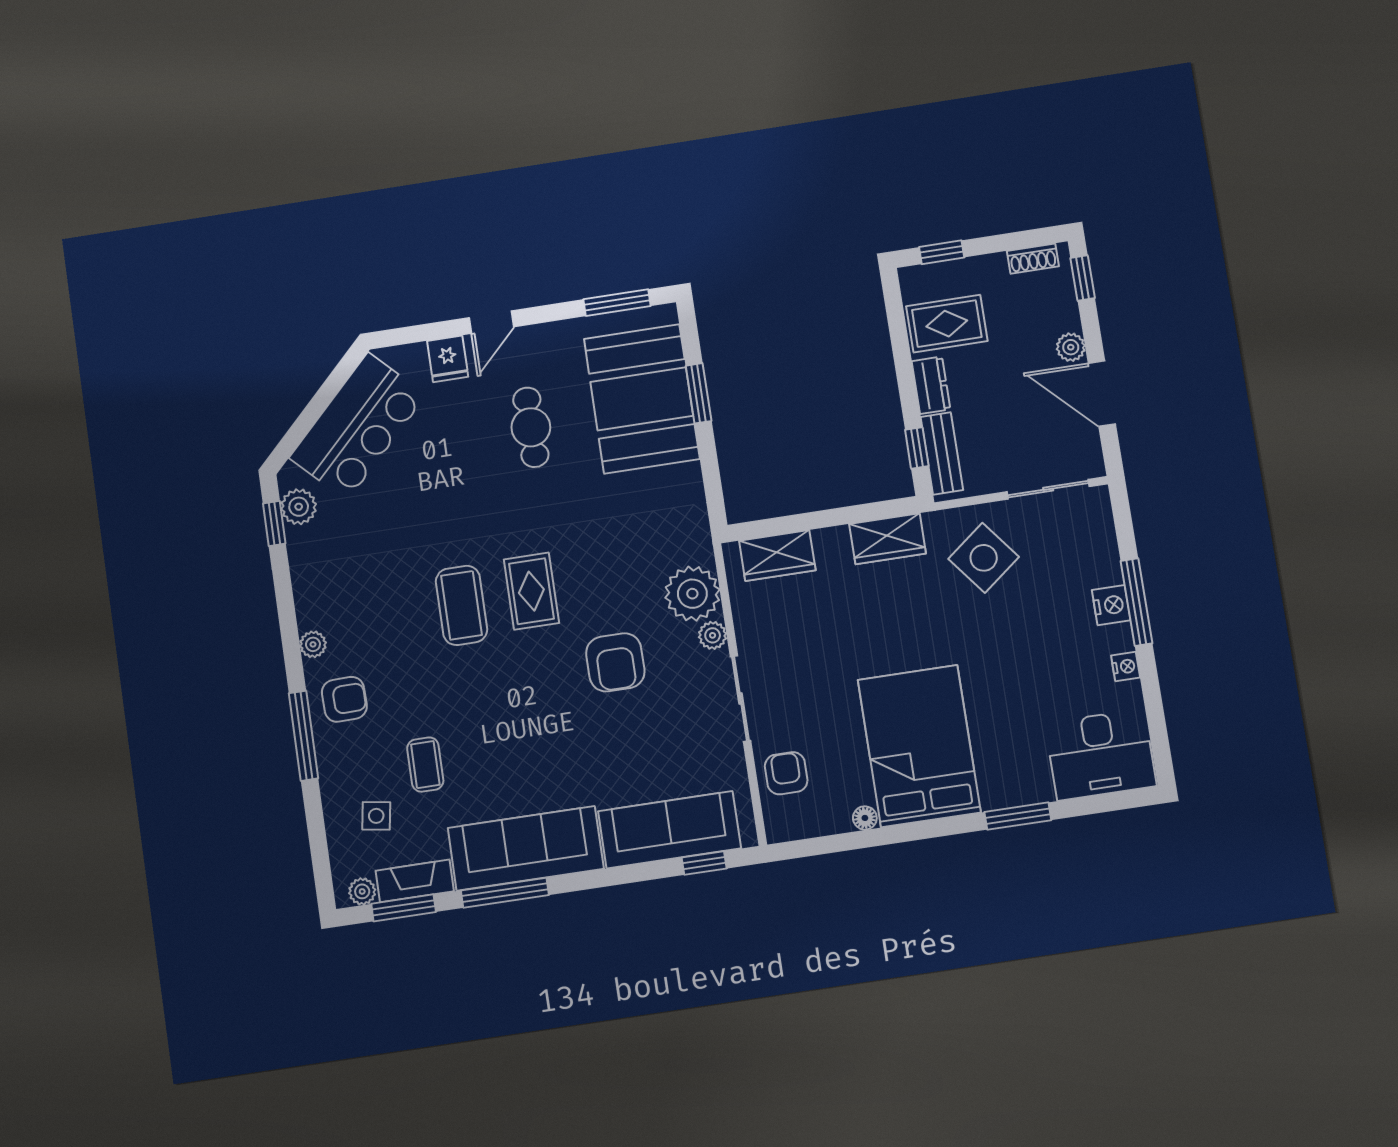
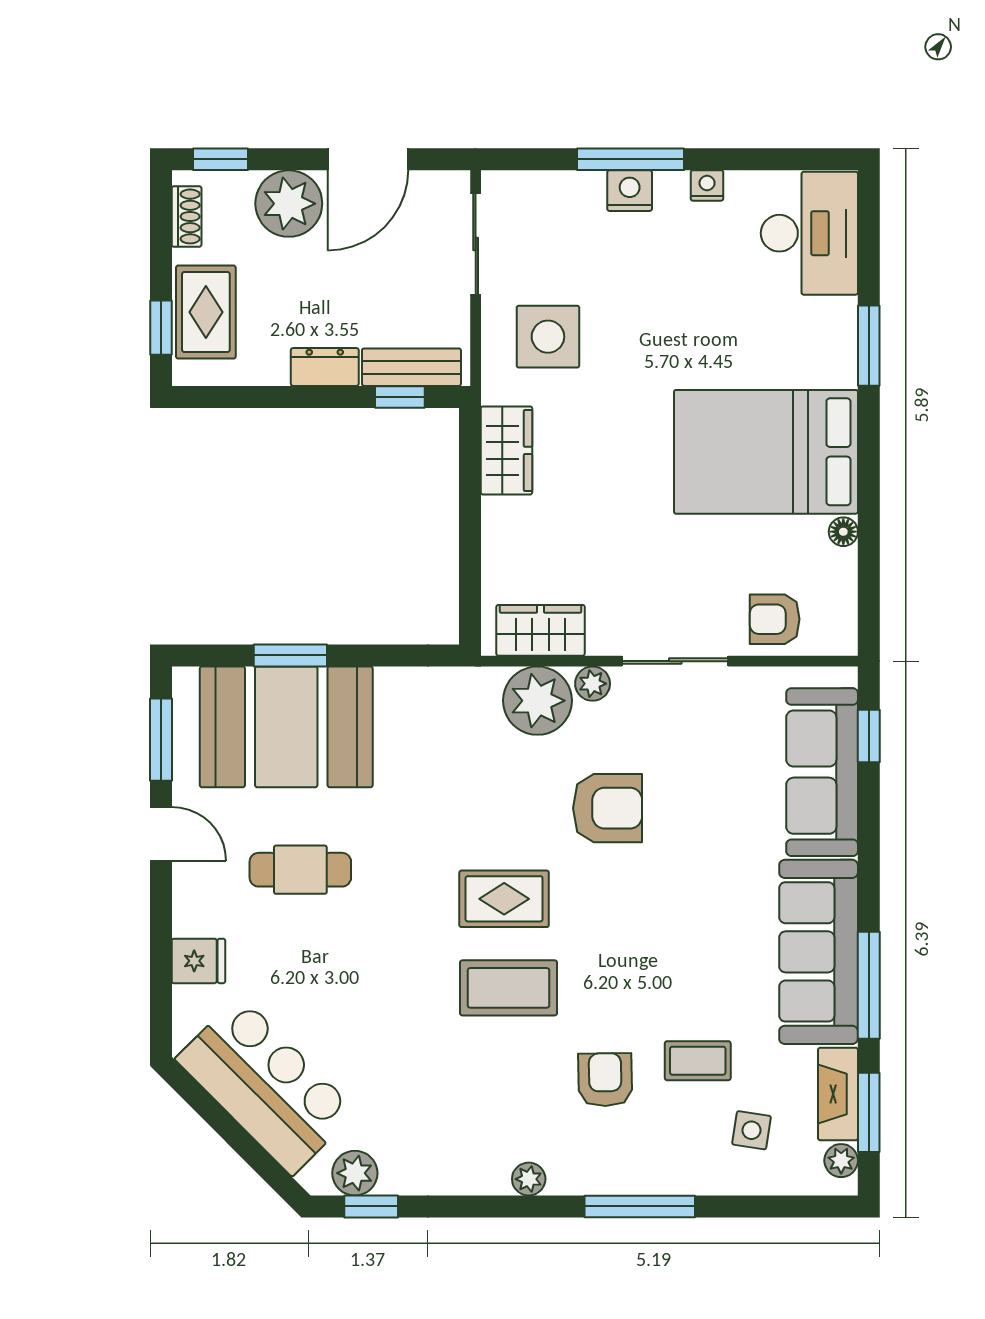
door: (491, 322) -> (161, 834), moved
rug: (947, 324) -> (206, 312), moved
plant: (1071, 347) -> (289, 204), width x1.88, depth x1.88
wardrobe: (777, 555) -> (541, 630), moved, turned -90
side table: (984, 558) -> (548, 337), turned 38
armchair: (344, 699) -> (605, 1080), moved

